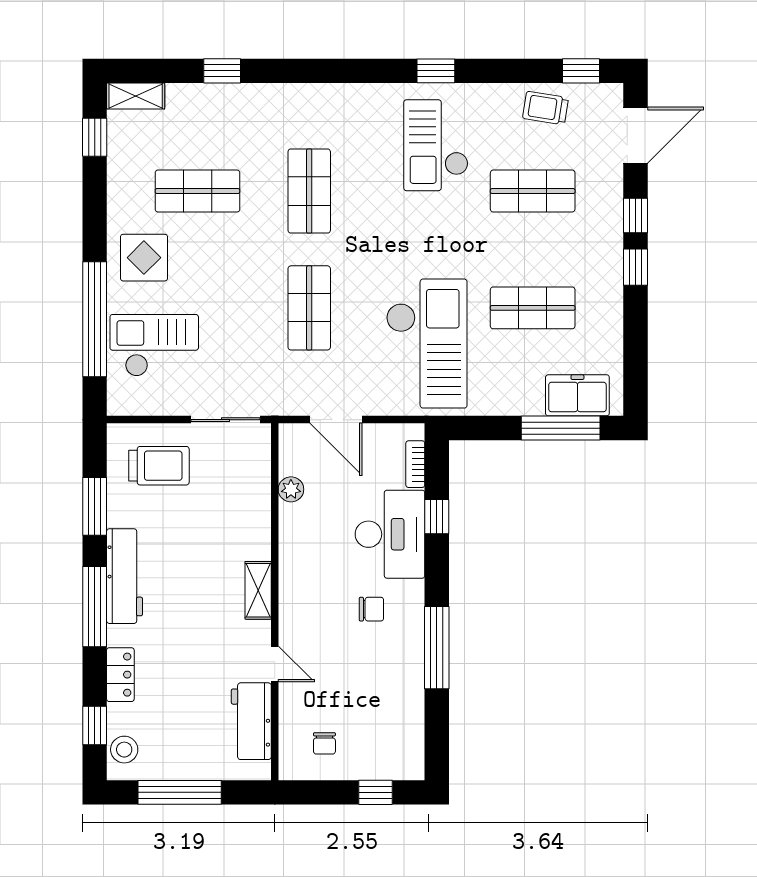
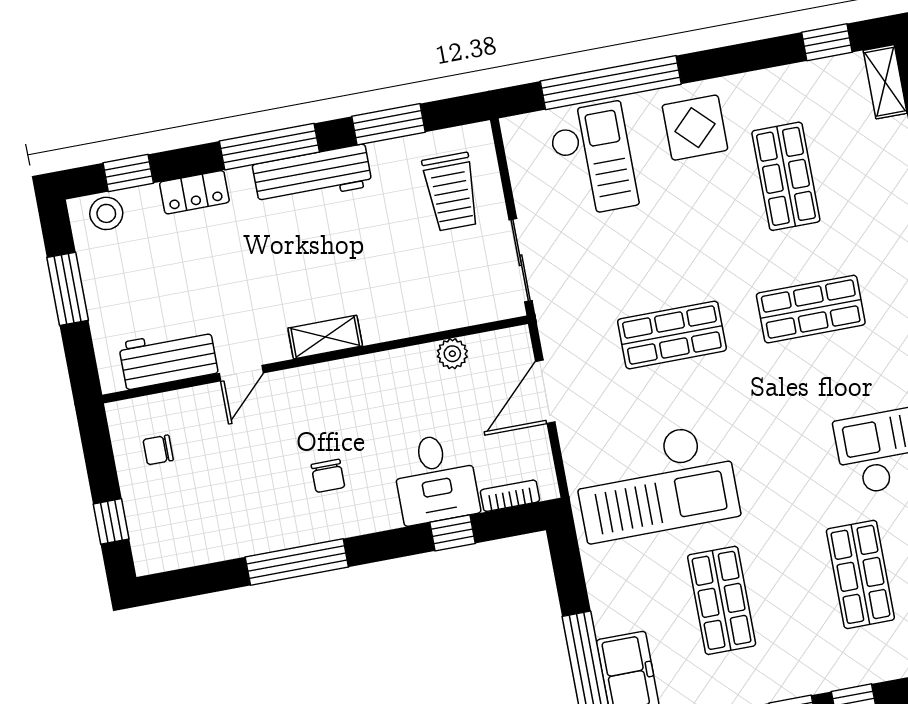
desk: (390, 534) -> (435, 479), width x0.73
window: (180, 792) -> (68, 289), width x0.69

